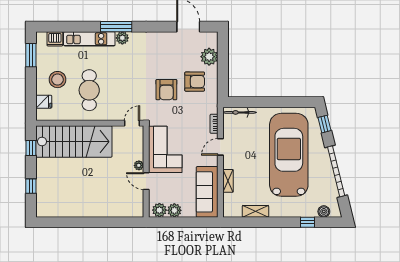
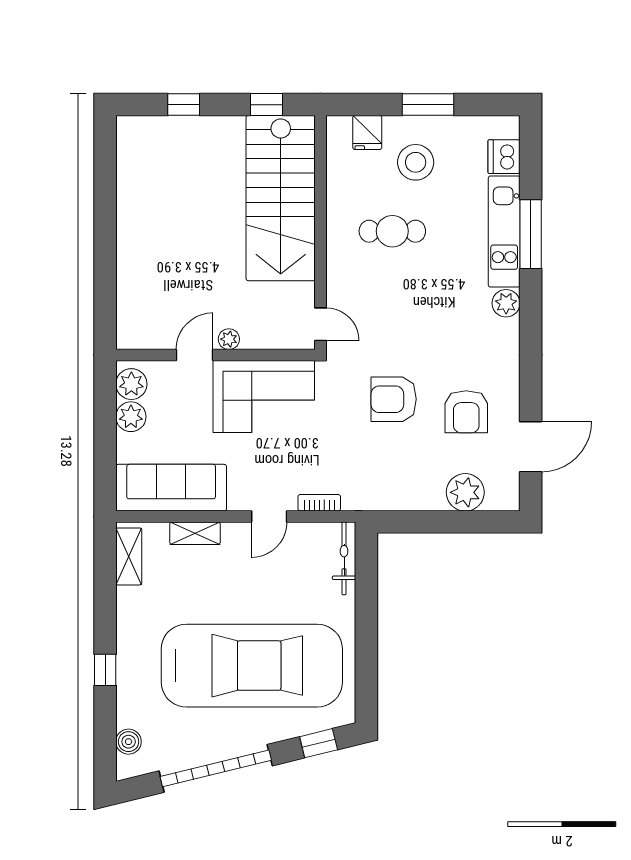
window: (116, 27) -> (531, 234), moved
window: (31, 55) -> (428, 105), moved
armchair: (195, 82) -> (466, 412), moved
cafe table: (89, 90) -> (392, 231), width x0.73, depth x0.74
door: (220, 147) -> (269, 517), swing flipped
shelving: (255, 211) -> (129, 556), moved
window: (307, 222) -> (105, 670), moved

